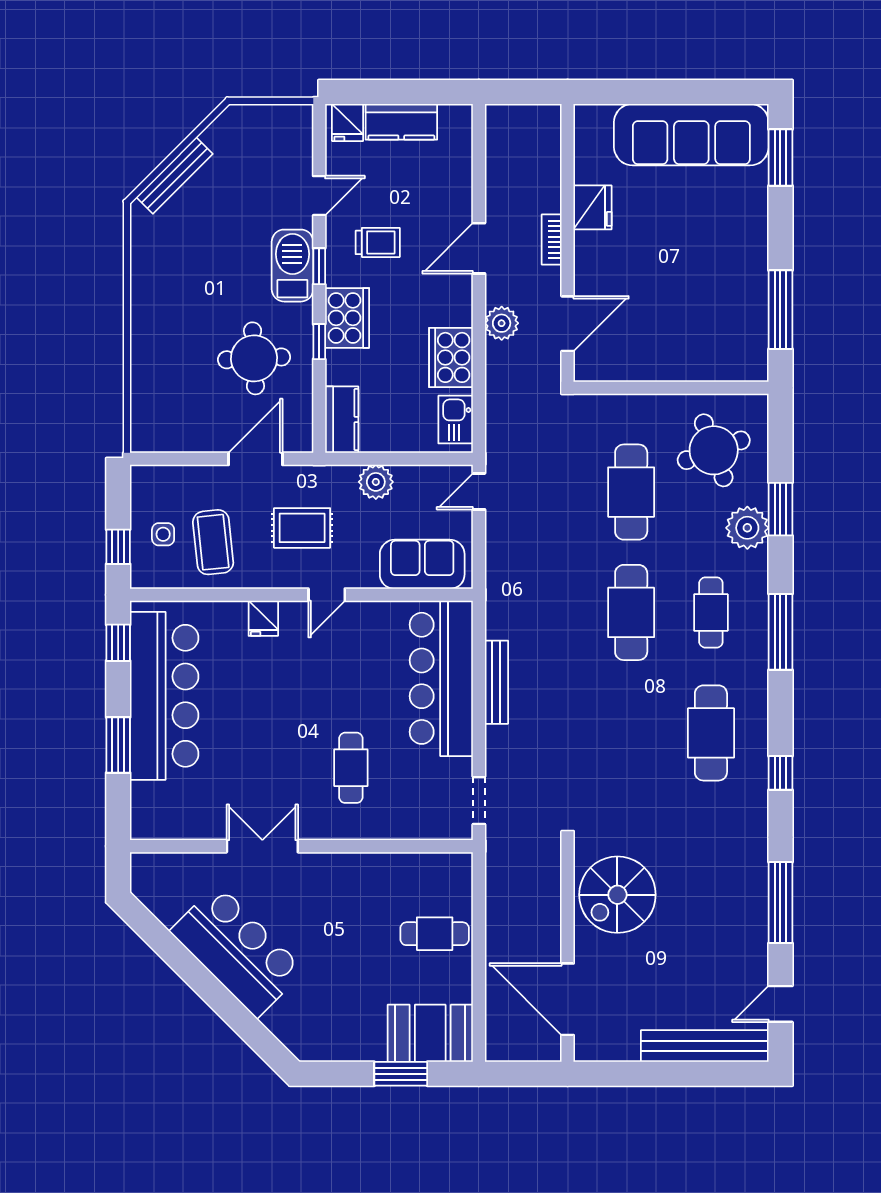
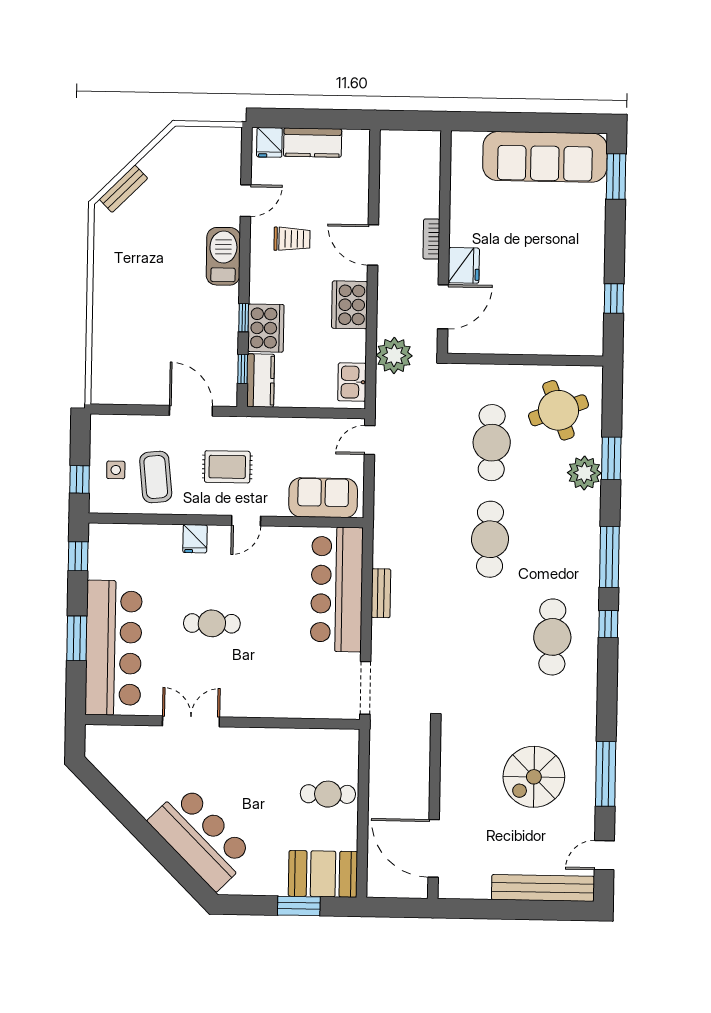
bench: (175, 176) -> (123, 189), width x0.73
fridge: (592, 207) -> (464, 265), moved
door: (479, 248) -> (373, 245), hinge flipped
window: (319, 266) -> (243, 369), moved
window: (780, 310) -> (614, 298), width x0.46
cooker: (347, 318) -> (266, 328), moved
plant: (502, 323) -> (394, 355), moved, width x1.36, depth x1.36
cooker: (451, 357) -> (350, 305), moved
round table: (254, 358) -> (191, 330), removed
door: (256, 459) -> (191, 411), hinge flipped
plant: (376, 482) -> (287, 431), removed
cafe table: (711, 612) -> (554, 540), removed
bench: (496, 682) -> (381, 593), width x0.73
bar counter: (164, 696) -> (114, 648), moved
cafe table: (351, 768) -> (212, 623), moved, turned 90
window: (780, 773) -> (608, 624), moved
doorway: (479, 801) -> (365, 688), width x1.38
spiral stairs: (617, 895) -> (534, 777), moved
bar counter: (237, 951) -> (201, 838), moved

